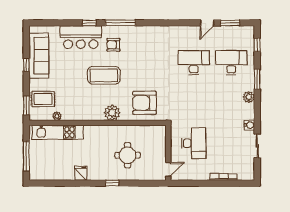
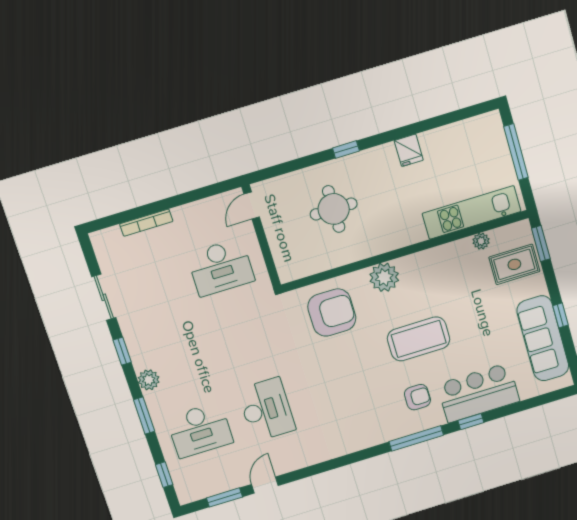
desk: (194, 63) -> (266, 410), turned -90
window: (257, 116) -> (122, 351), added
water cooler: (249, 125) -> (131, 330), removed
desk: (194, 143) -> (221, 267), turned -90

